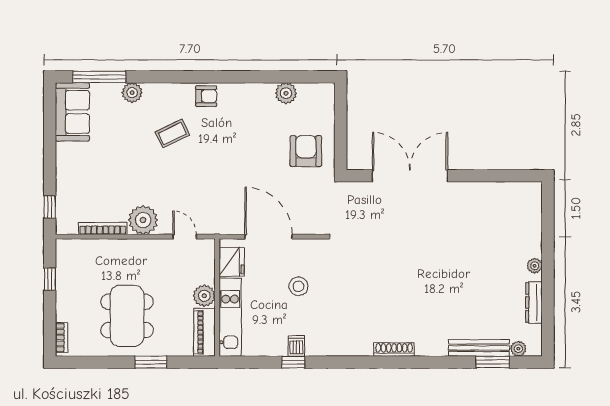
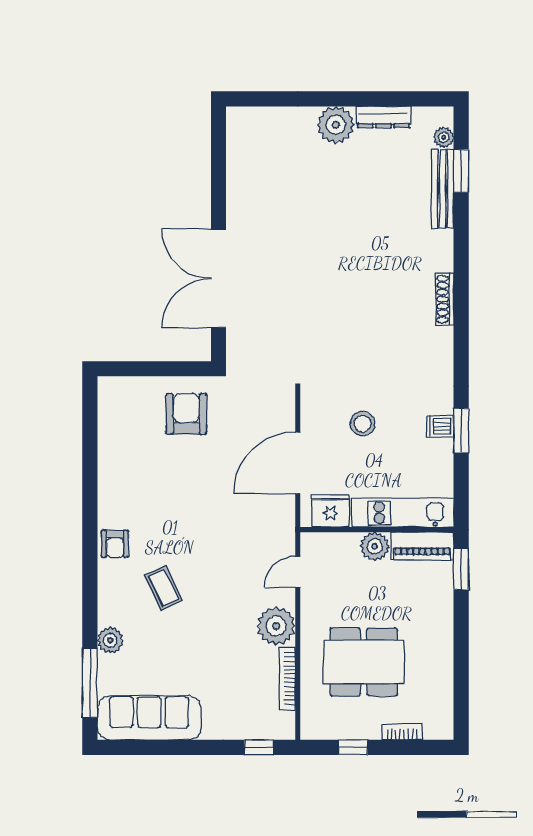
plant: (286, 93) -> (111, 440), removed
armchair: (206, 96) -> (115, 544), turned 180
sofa: (72, 112) -> (149, 718), width x1.36
armchair: (306, 151) -> (186, 414), turned 90
plant: (535, 266) -> (336, 125), width x1.87, depth x1.87
dining table: (127, 316) -> (364, 662), moved
bookcase: (62, 338) -> (402, 732), moved
window: (151, 362) -> (461, 569), moved
window: (293, 362) -> (461, 430), width x1.50

